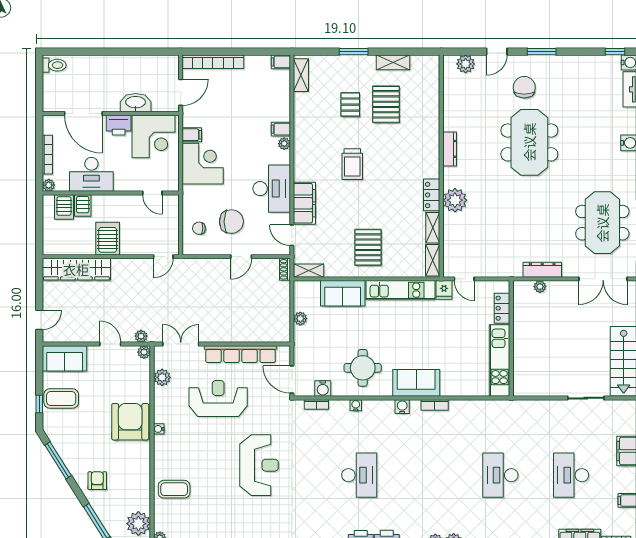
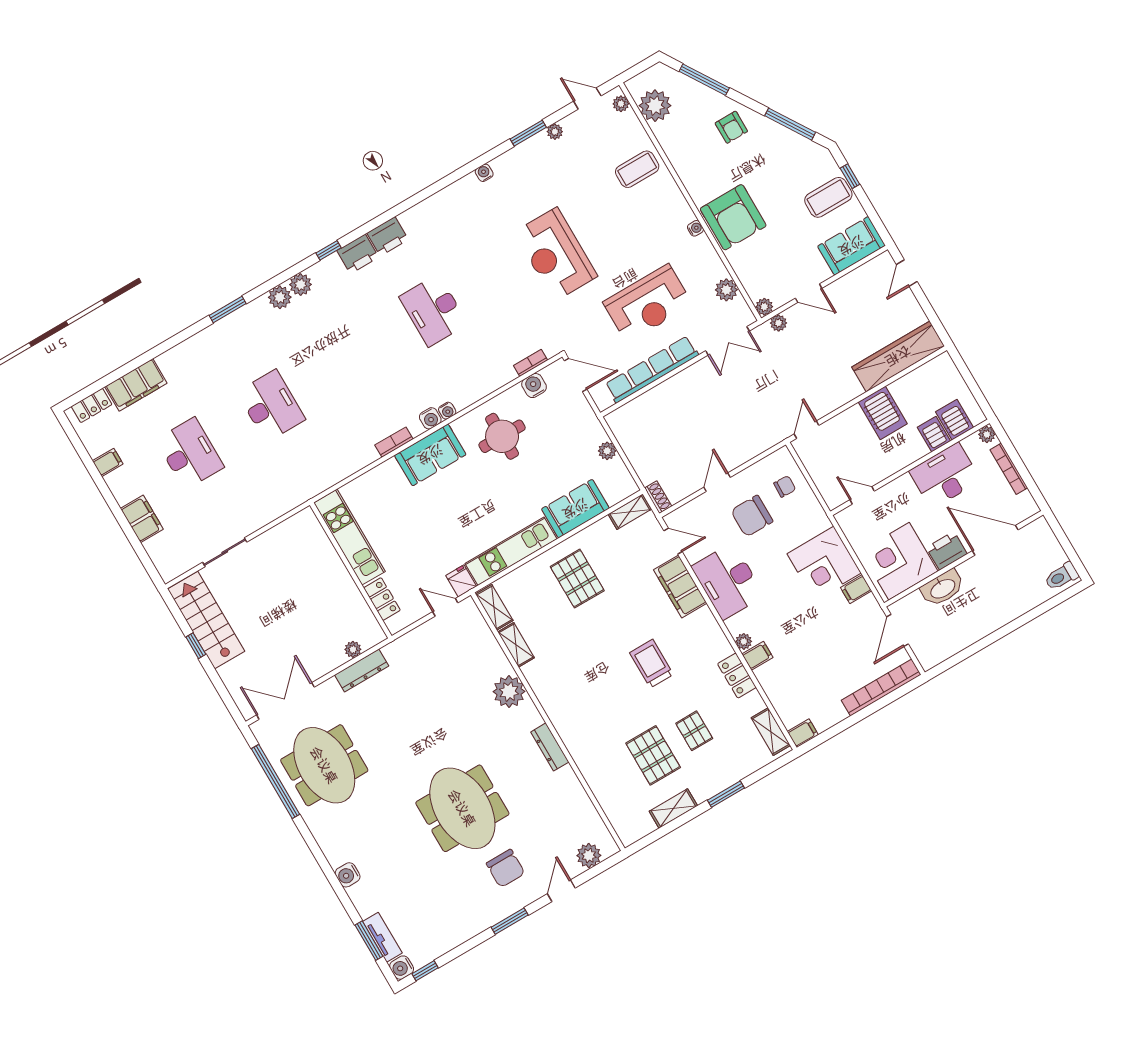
locker: (432, 195) -> (737, 676), moved, turned 180
water cooler: (356, 405) -> (447, 411), moved

